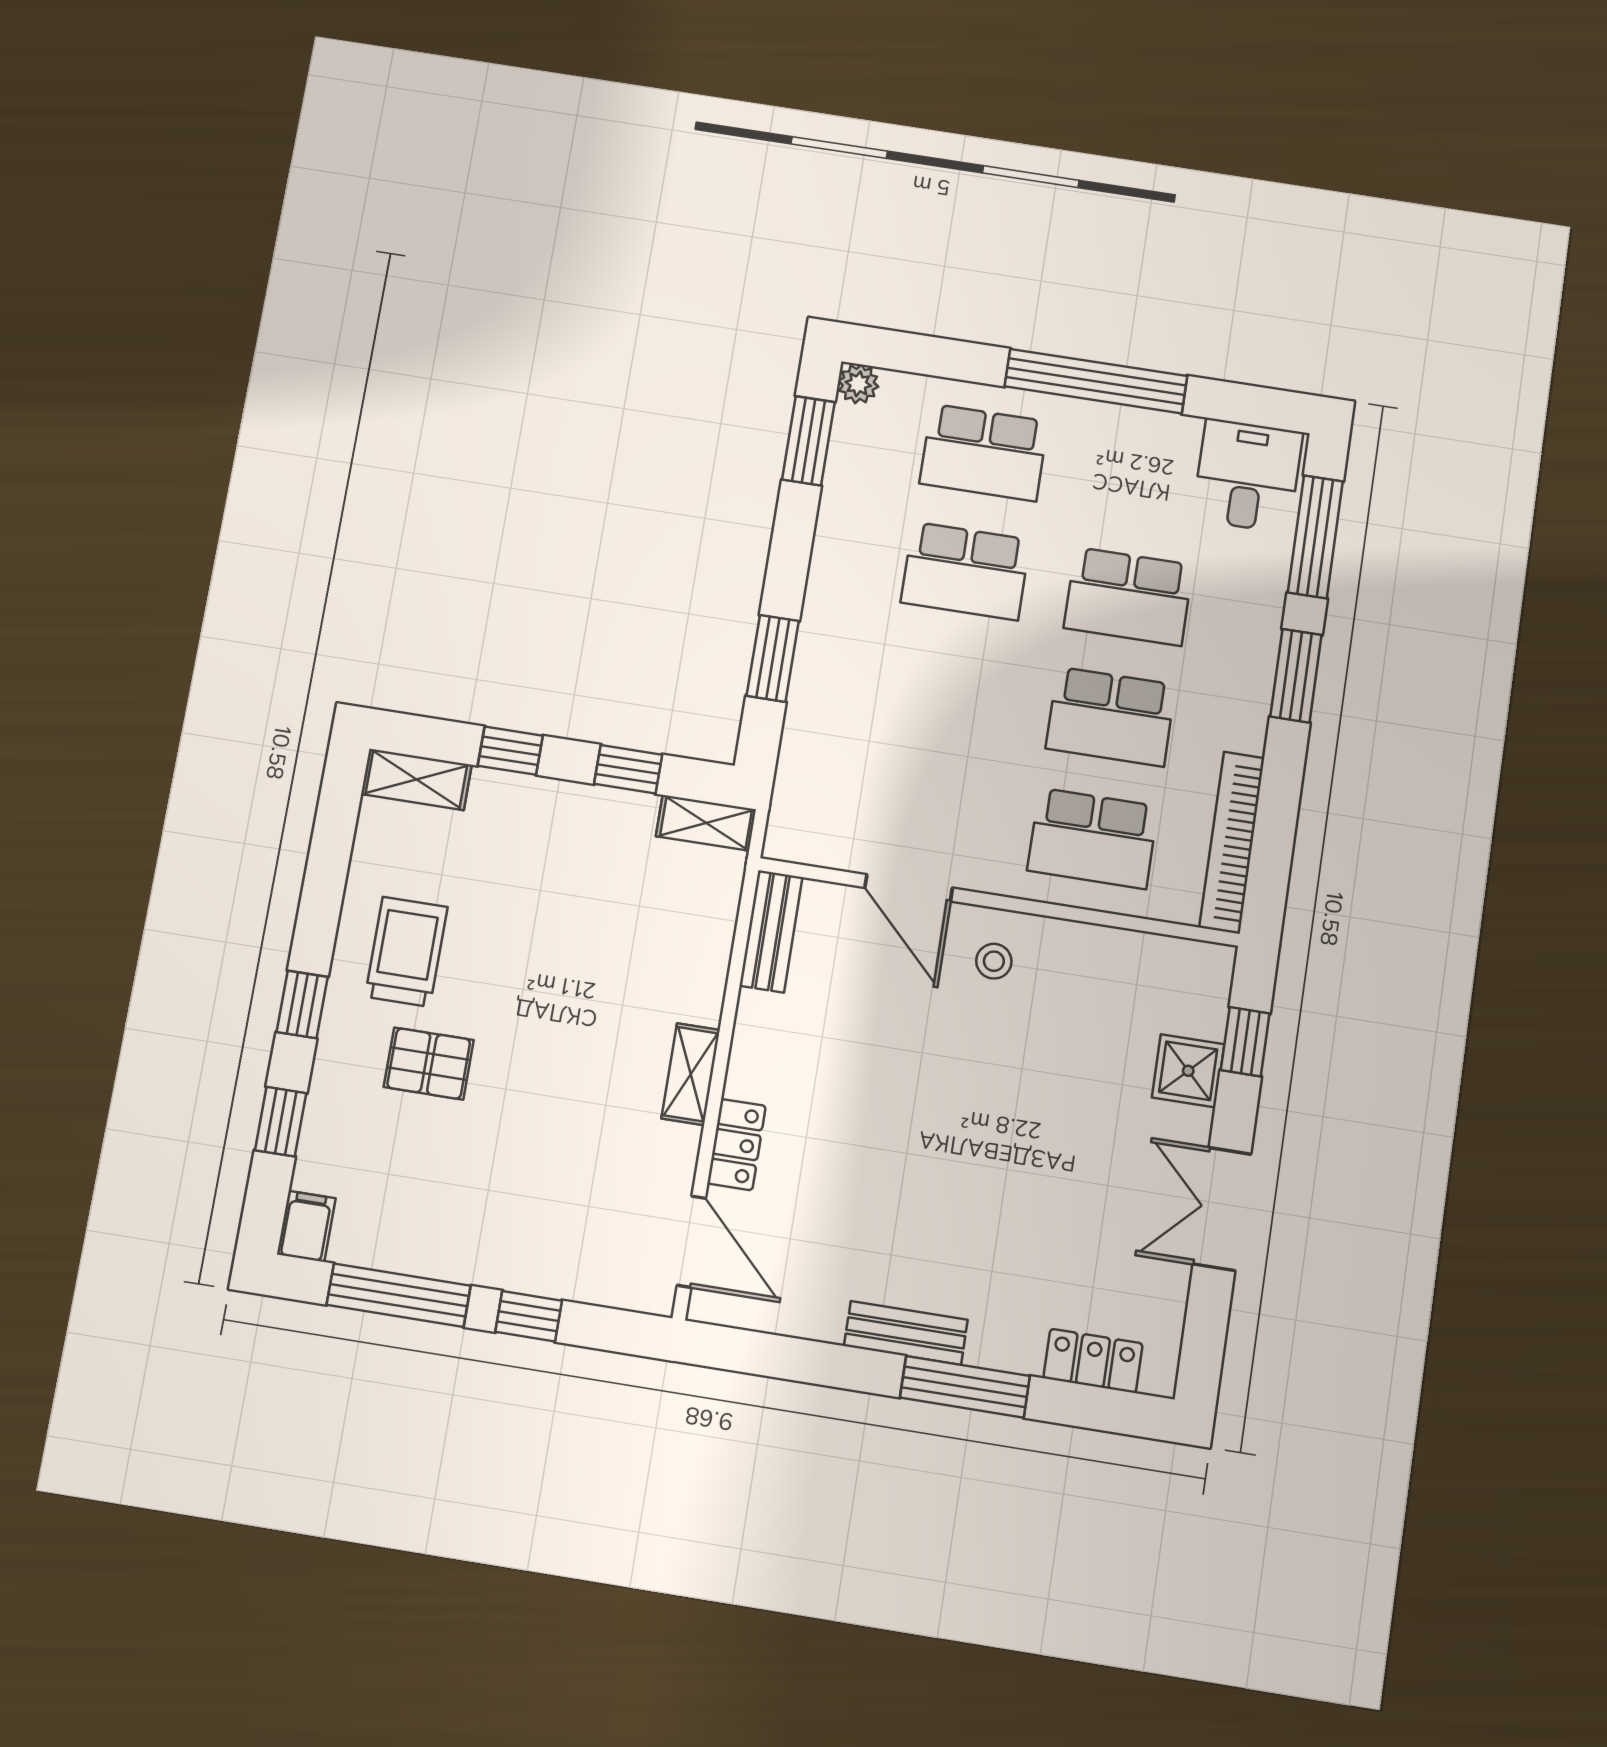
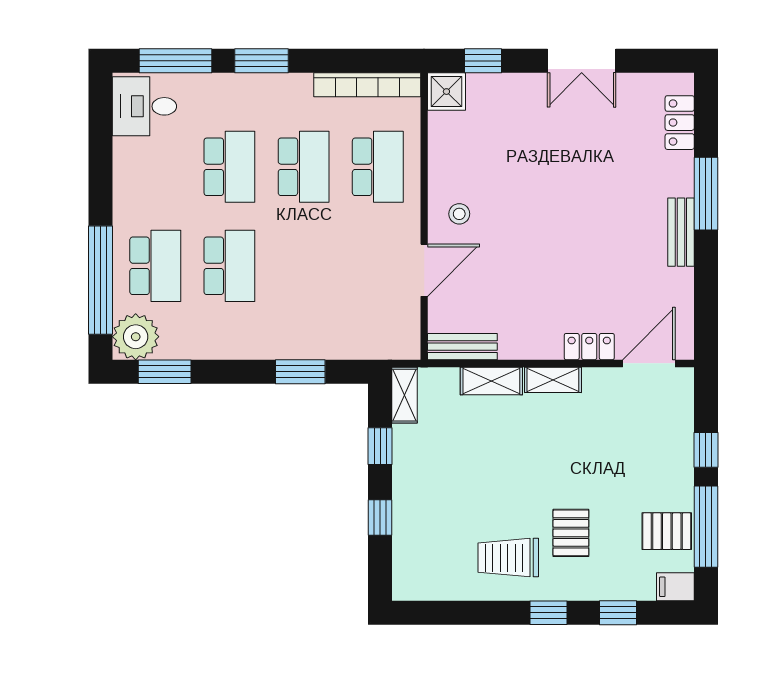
window: (1096, 381) -> (101, 280), moved
plant: (858, 384) -> (136, 337), width x1.88, depth x1.88
shelving: (416, 779) -> (491, 381), moved, turned 90
shower: (1188, 1071) -> (446, 92), moved
pallet: (403, 1227) -> (667, 531), added

